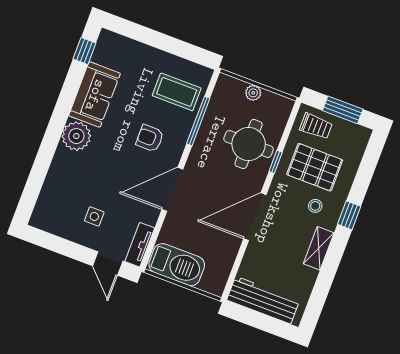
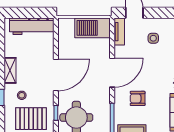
armchair: (150, 138) -> (138, 98), turned 180

